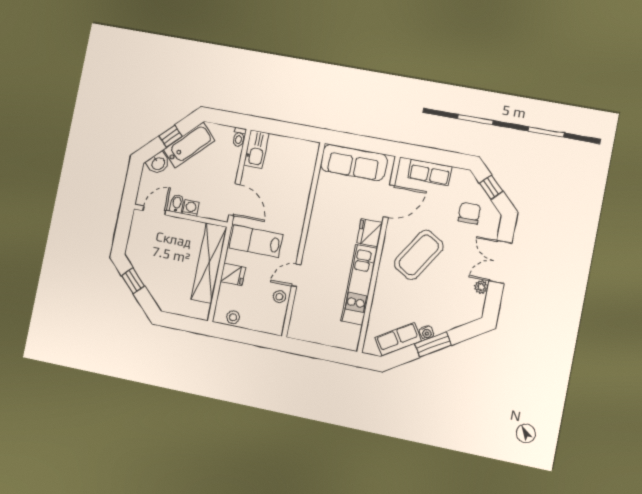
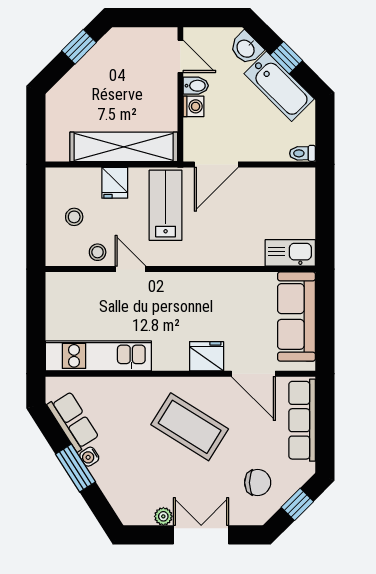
kitchen sink: (256, 149) -> (290, 253), moved, turned 180
row of seats: (430, 172) -> (302, 420), width x1.48
kitchen unit: (359, 285) -> (98, 356), moved
stool: (233, 317) -> (74, 217), moved

